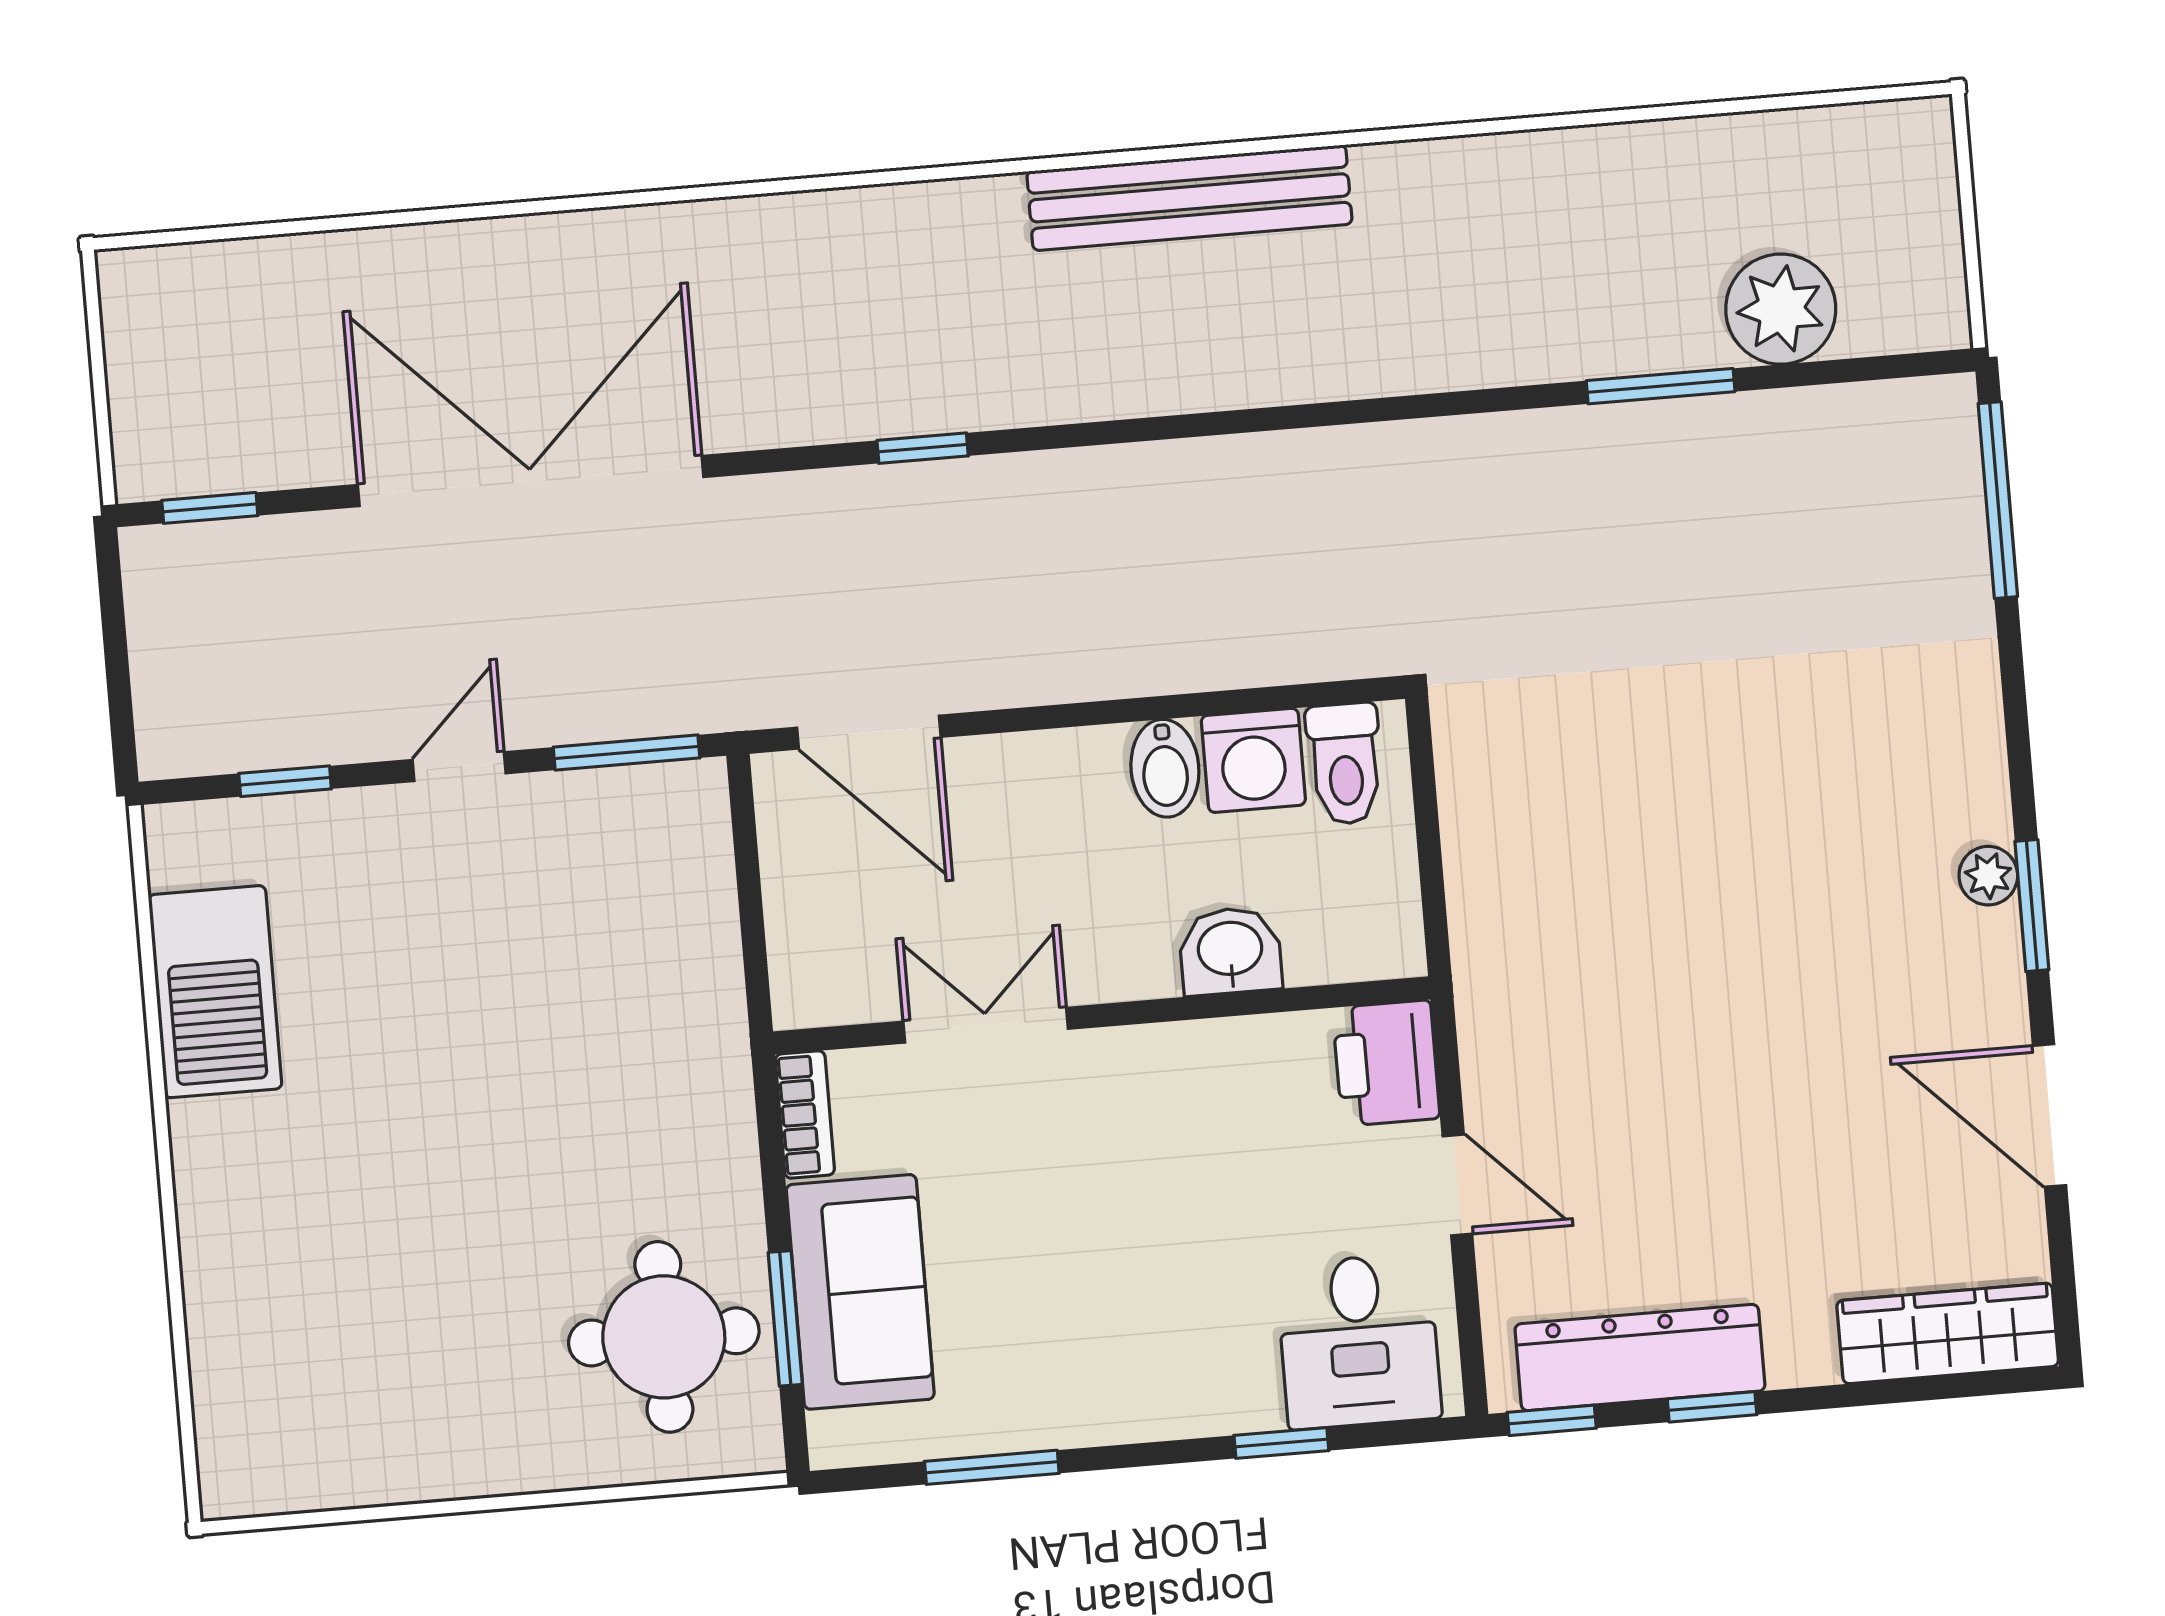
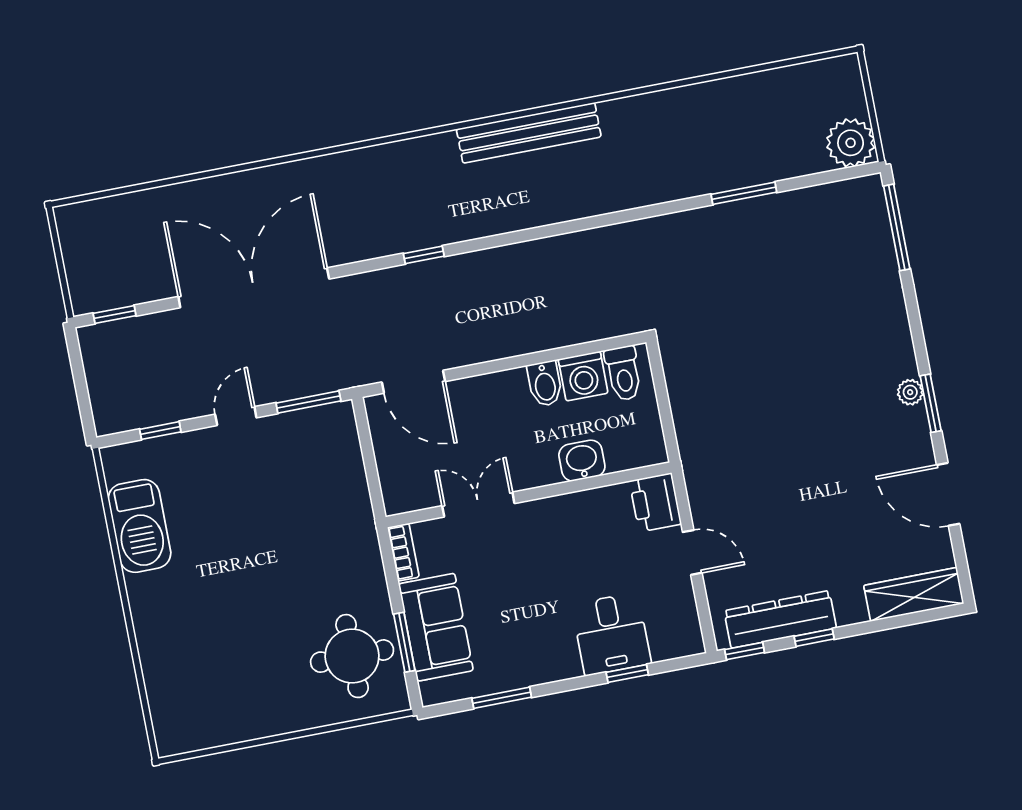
plant: (1781, 309) -> (851, 143), moved
desk: (1359, 1341) -> (611, 634), moved

